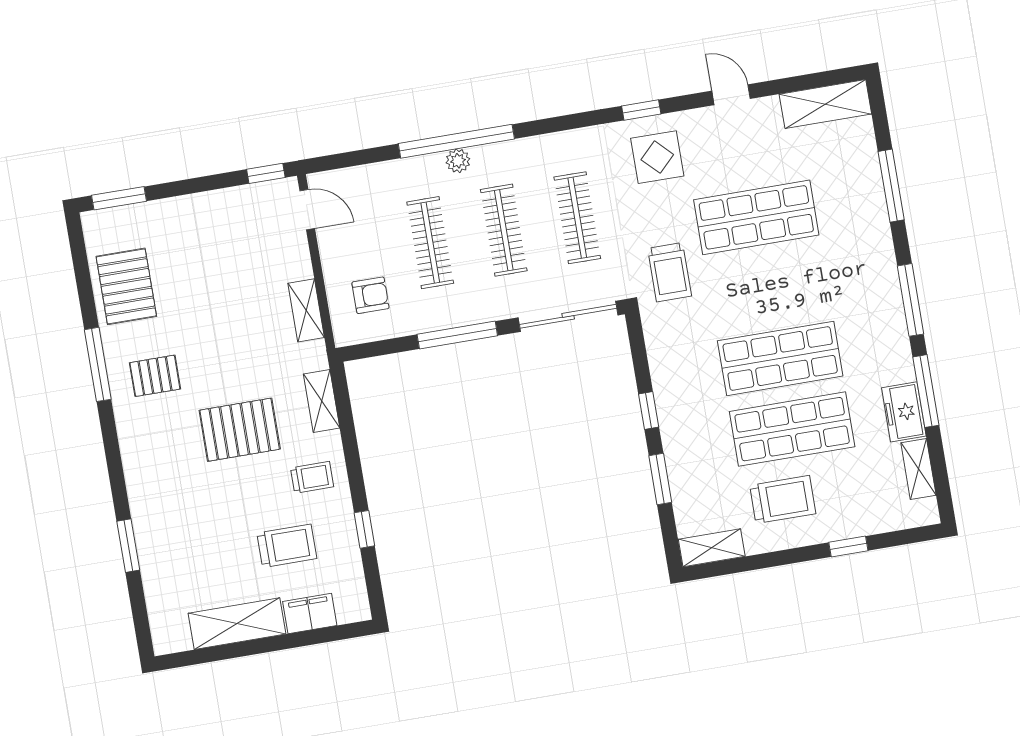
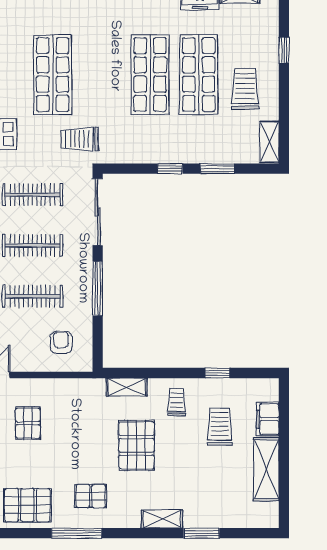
pallet: (245, 267) -> (28, 423), added
trolley: (670, 272) -> (80, 139), turned 180
shelving: (306, 310) -> (162, 519), moved
pallet: (155, 376) -> (91, 496), turned 90

